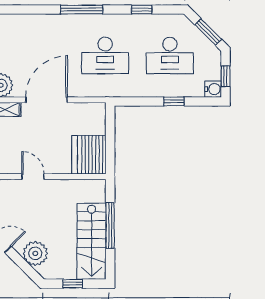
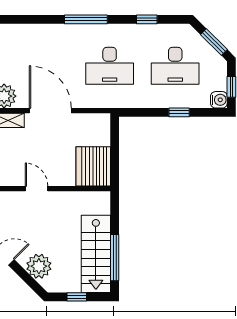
door: (47, 100) -> (50, 111), hinge flipped
window: (110, 226) -> (115, 258), moved

